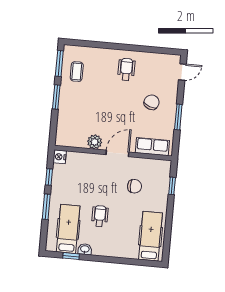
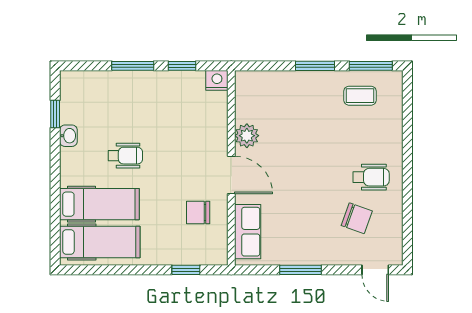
chair: (152, 102) -> (357, 218), moved
chair: (134, 186) -> (198, 213), moved, turned 90
hospital bed: (68, 229) -> (99, 204), moved

